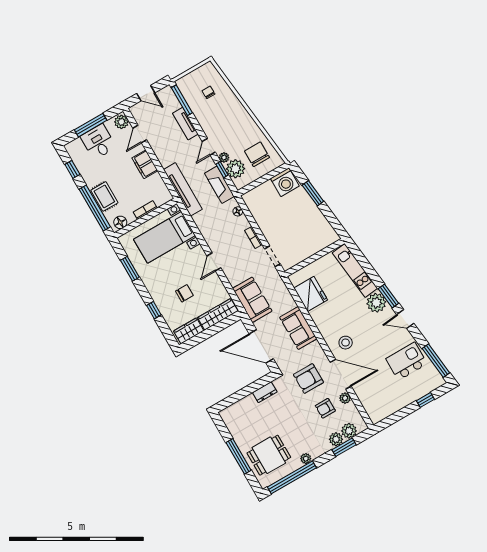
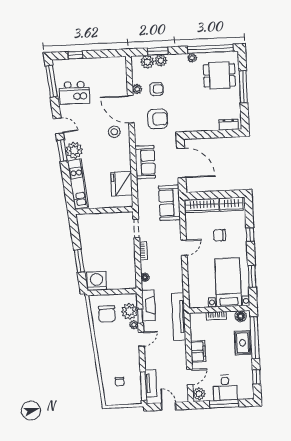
tv unit: (185, 124) -> (151, 383), moved
bed with nightstands: (164, 237) -> (228, 282), moved, turned -90
dresser: (265, 392) -> (229, 125), moved

